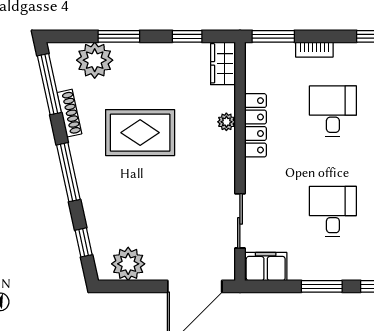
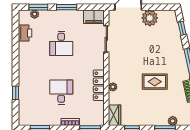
plant: (95, 60) -> (173, 121), width x0.53, depth x0.53
desk: (333, 111) -> (61, 92), turned 180
rug: (140, 133) -> (155, 82), width x0.73, depth x0.70
plant: (128, 264) -> (150, 18), moved

